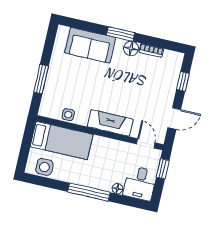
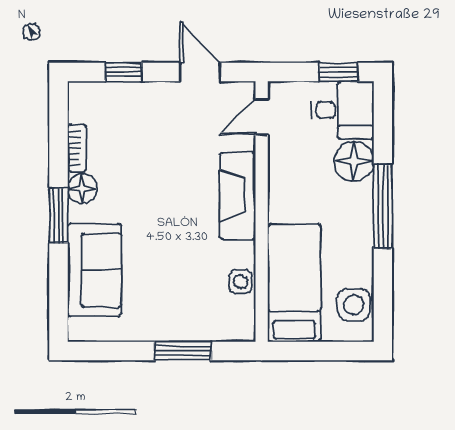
window: (163, 169) -> (338, 72), moved
floor lamp: (117, 189) -> (354, 161), width x1.89, depth x1.89

